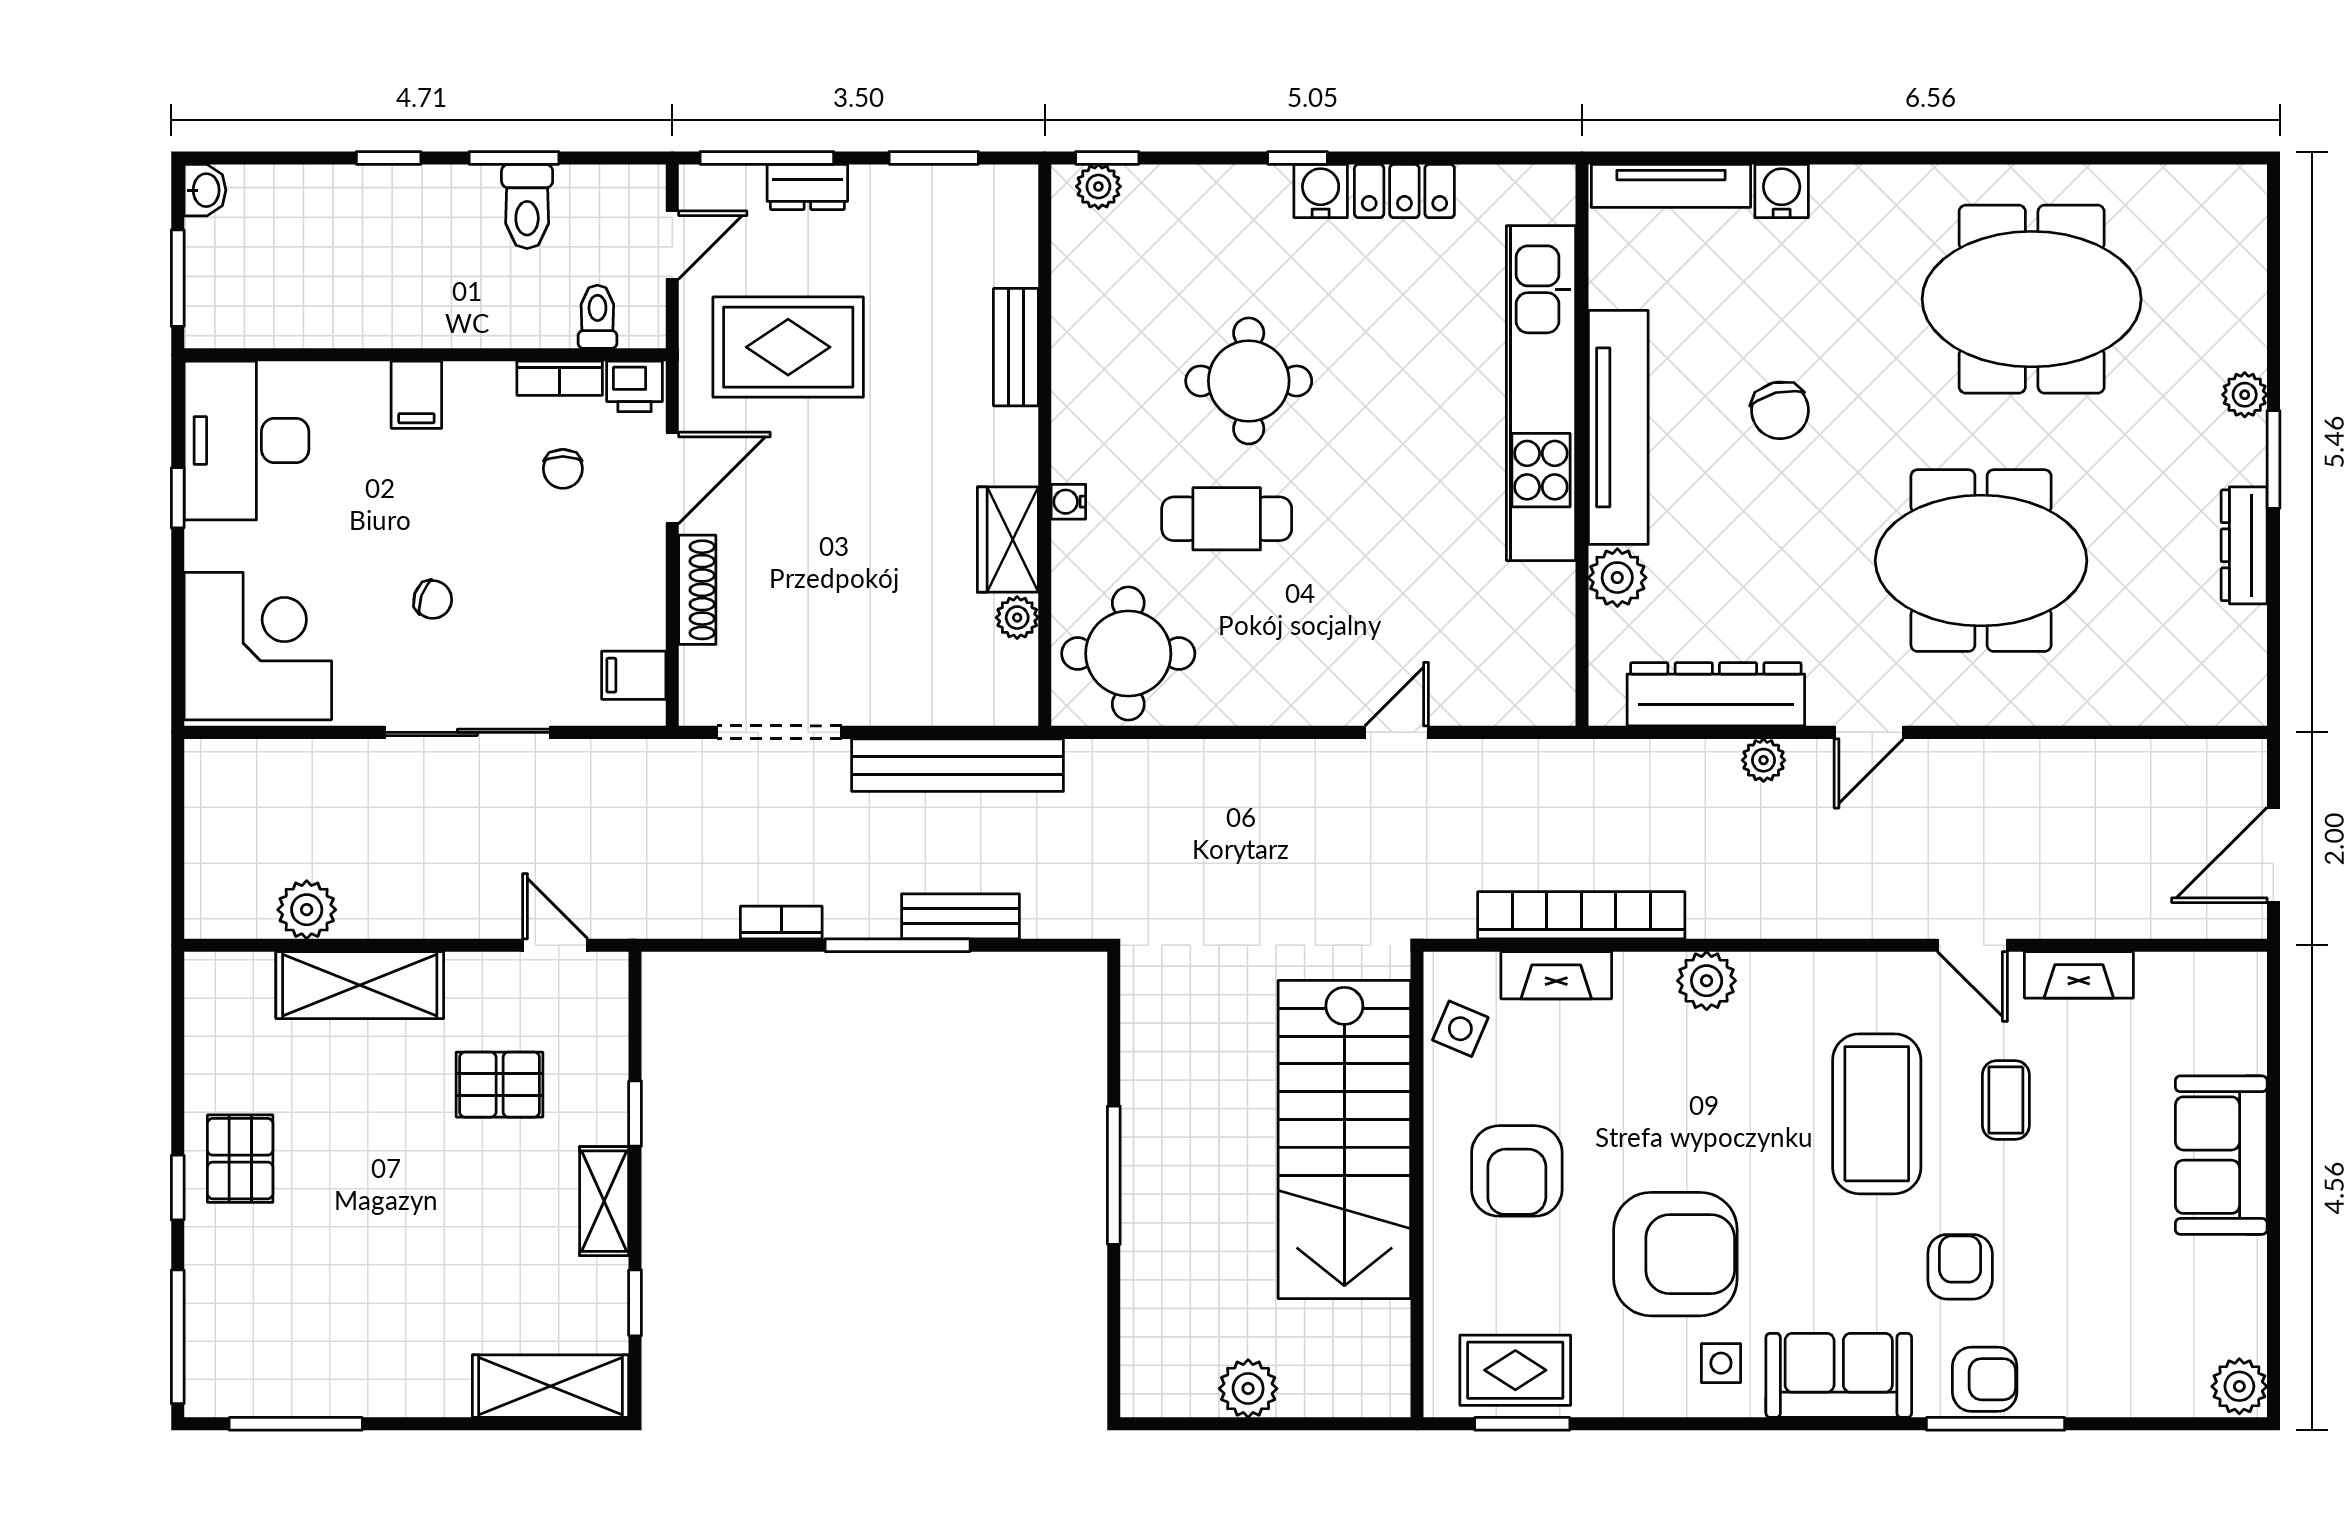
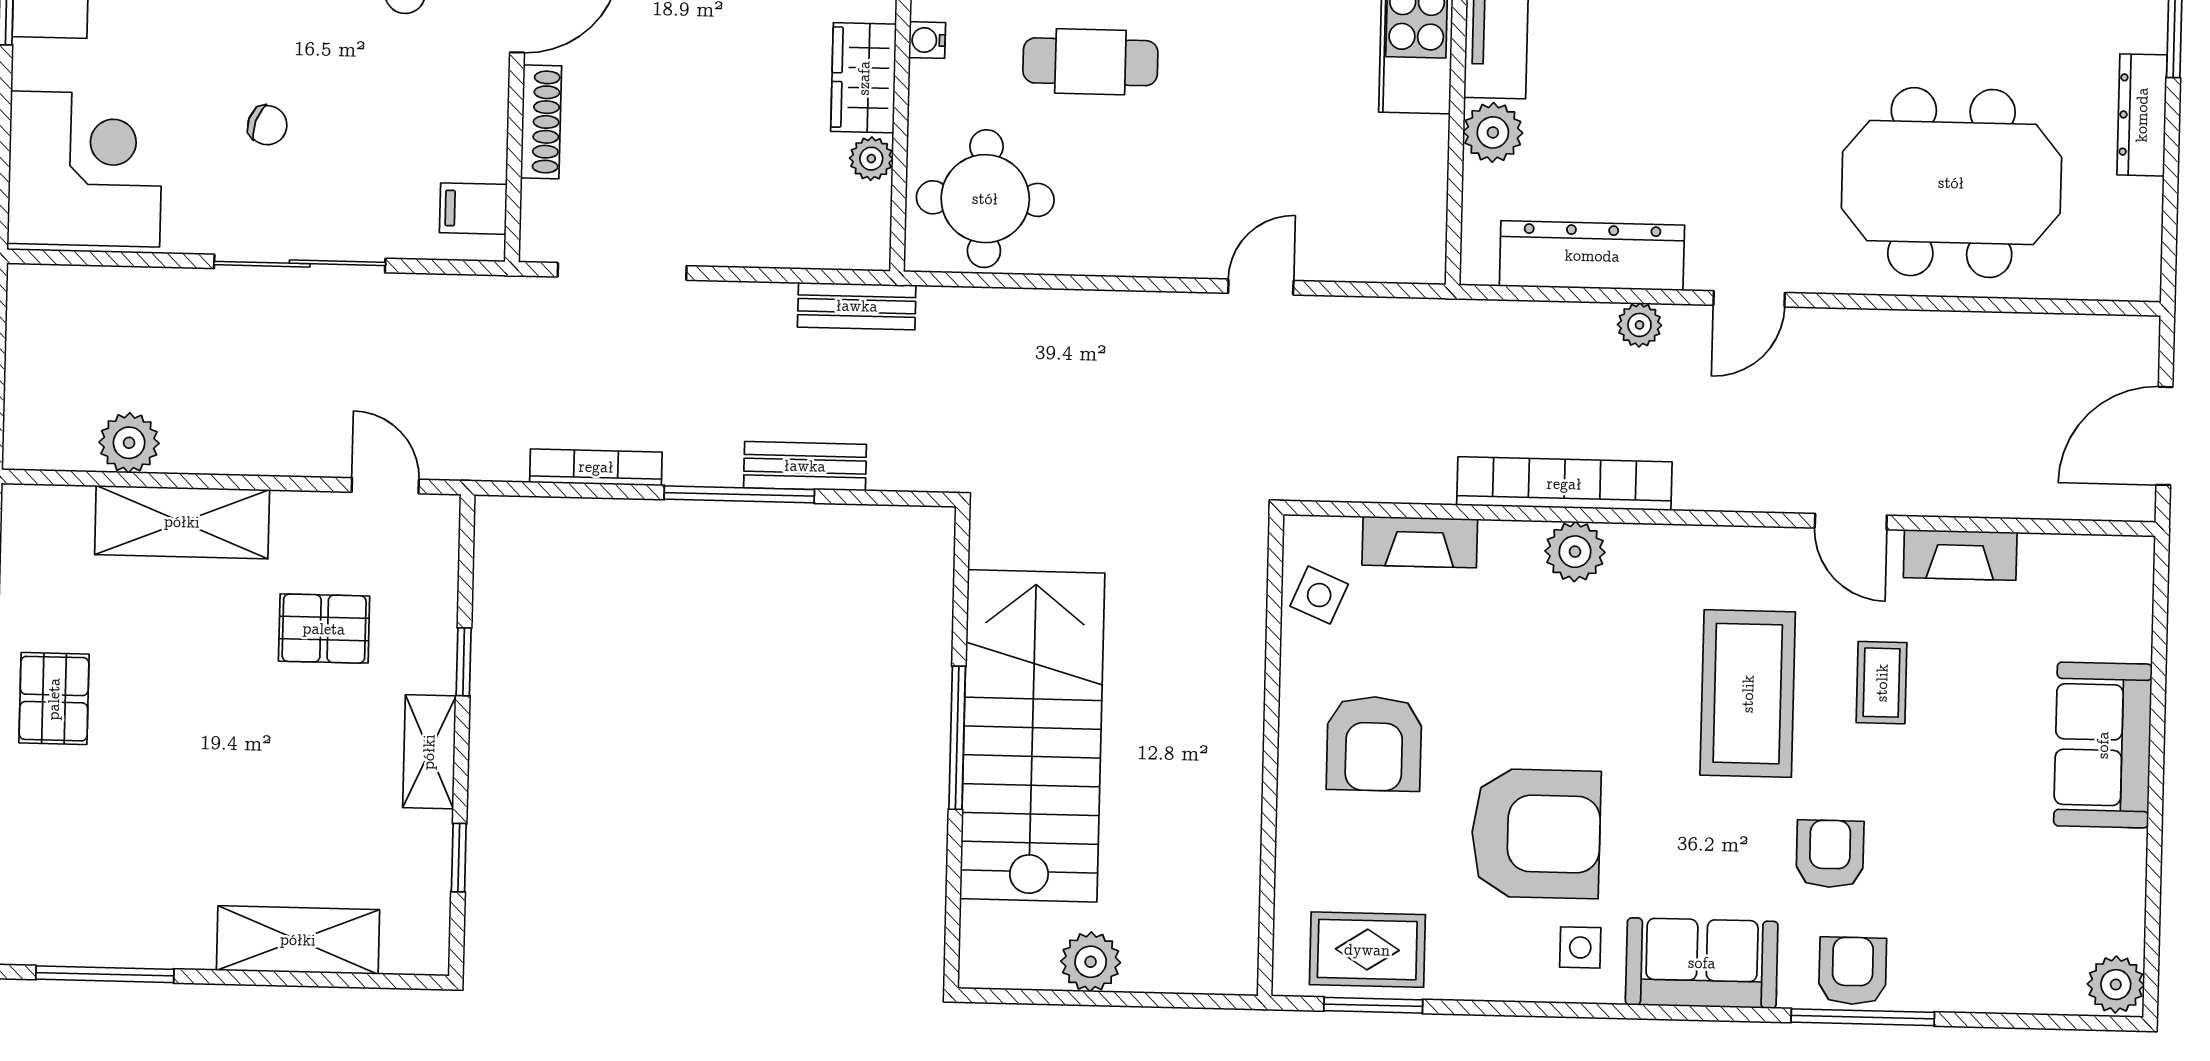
meeting table: (1981, 561) -> (1951, 183), moved
bench: (958, 765) -> (857, 306), width x0.54, depth x0.82
bookcase: (1581, 915) -> (1564, 484), moved
bookcase: (781, 922) -> (596, 467), width x1.56
stairs: (1344, 1140) -> (1032, 736), moved, turned 180
armchair: (1985, 1379) -> (1853, 971), turned -90
shelving: (551, 1386) -> (298, 940), moved

